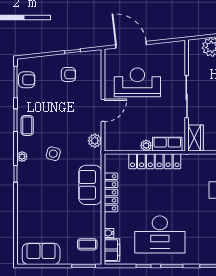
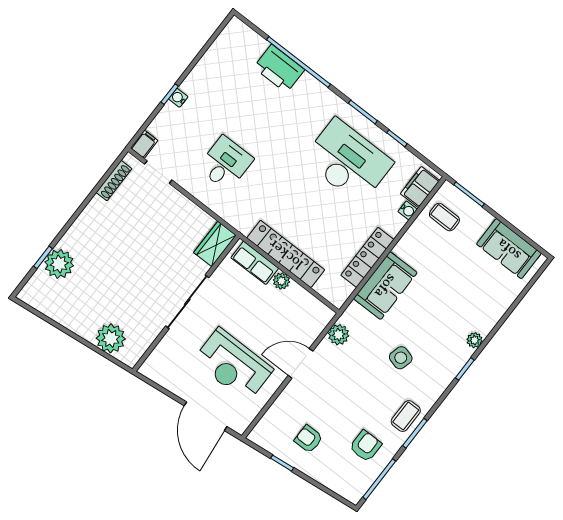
armchair: (27, 80) -> (366, 446), moved, turned 90
plant: (22, 157) -> (475, 340), moved

